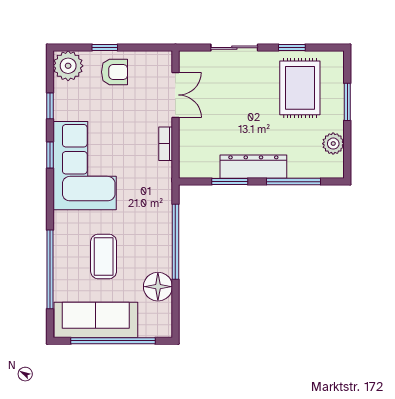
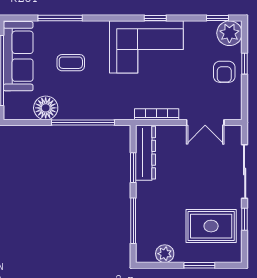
sliding door: (234, 48) -> (245, 171), width x1.37
window: (50, 106) -> (217, 18), moved
bookcase: (166, 144) -> (157, 114), width x1.56
dresser: (253, 167) -> (146, 153), moved
coffee table: (104, 256) -> (71, 63), width x0.73, depth x0.77
window: (50, 269) -> (60, 18), width x0.68

